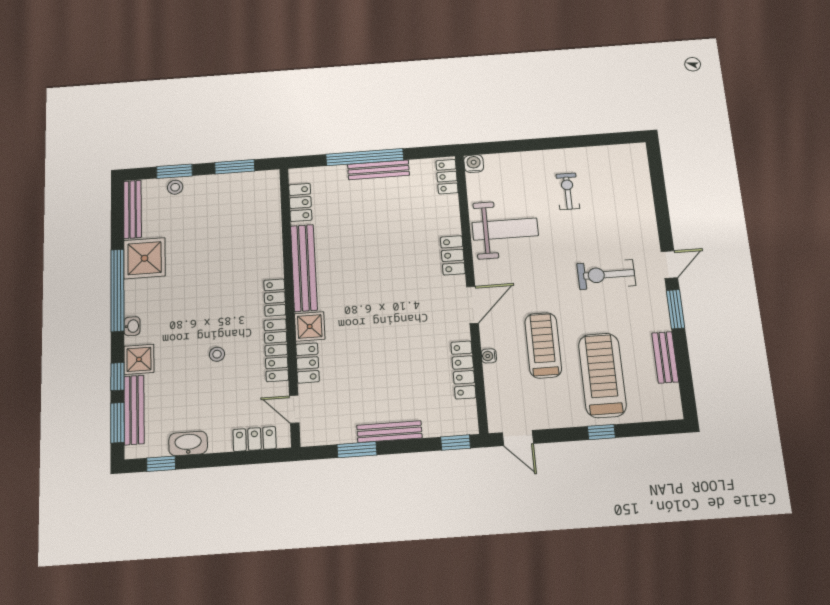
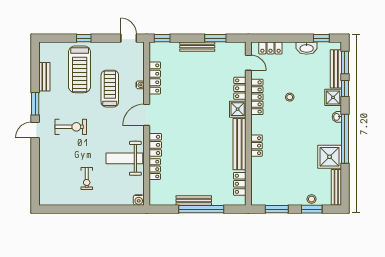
locker: (447, 177) -> (155, 169), moved
locker: (275, 298) -> (256, 146), moved
treadmill: (543, 345) -> (110, 89), turned 180

